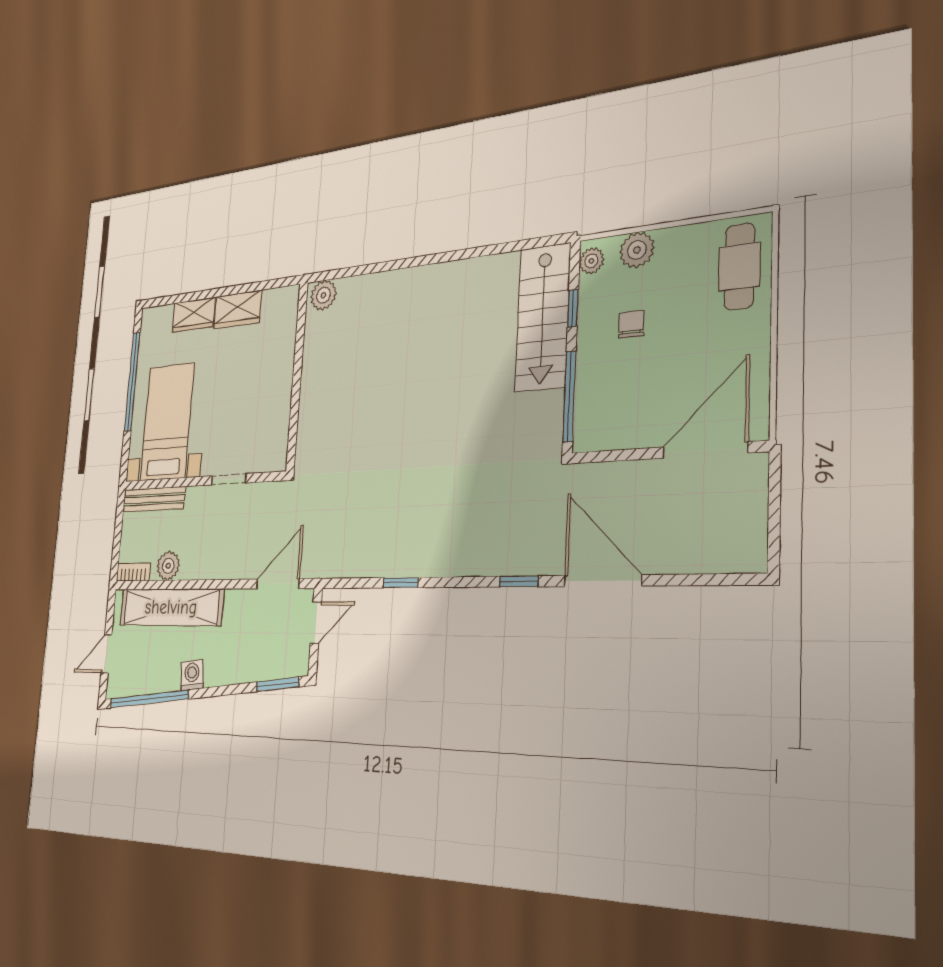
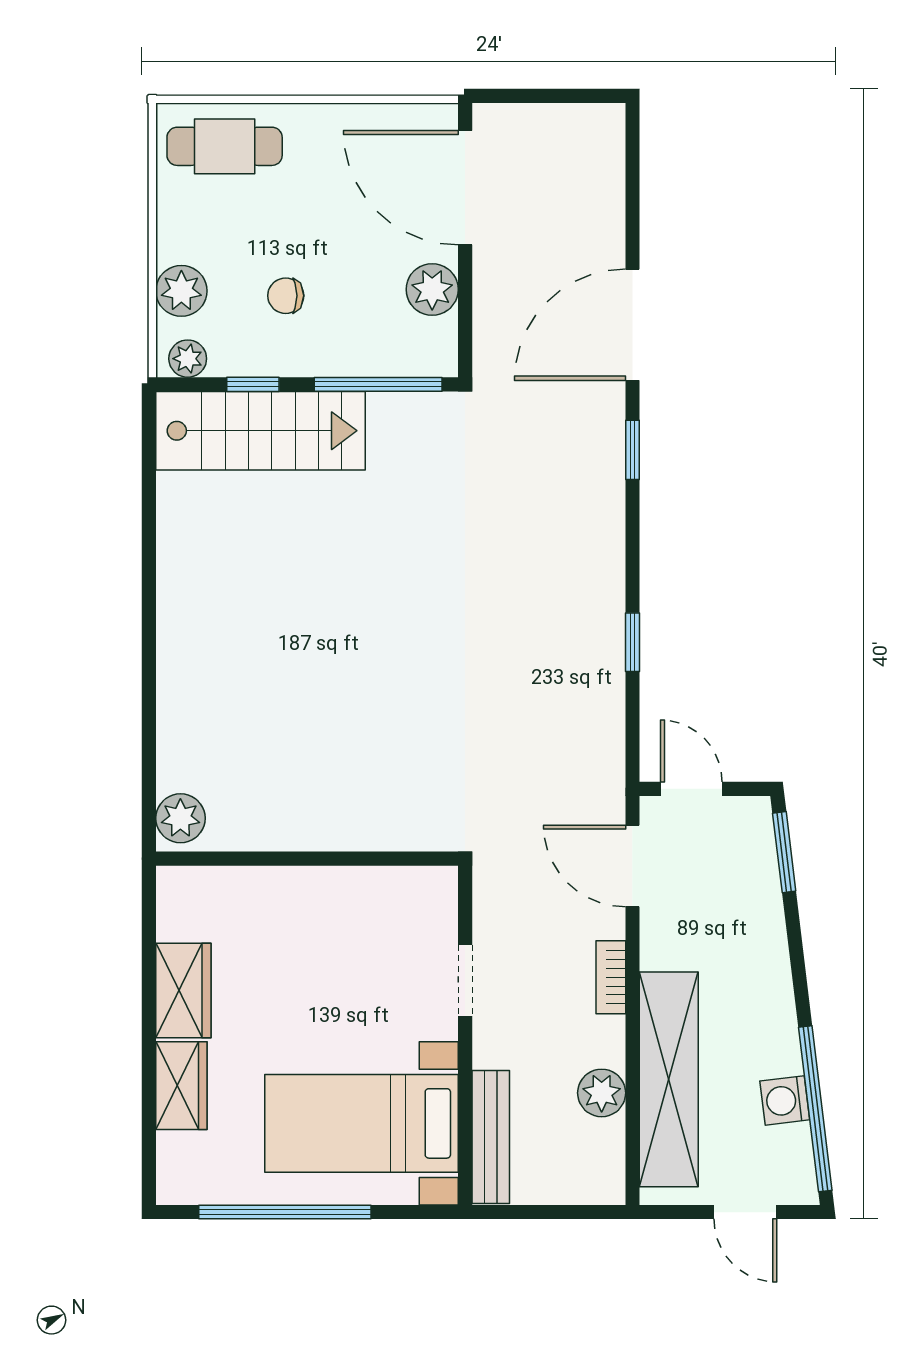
plant: (632, 430) -> (432, 289), added
bookcase: (133, 572) -> (611, 977), moved
washing machine: (192, 675) -> (785, 1100), moved

